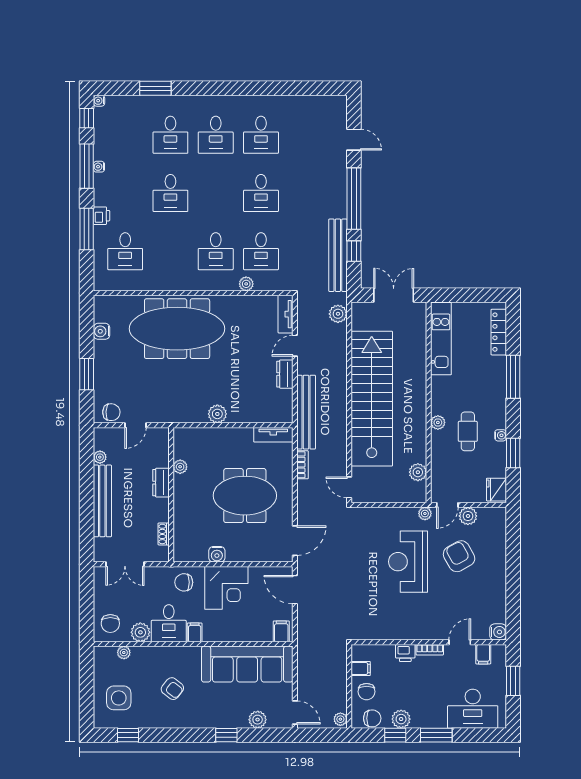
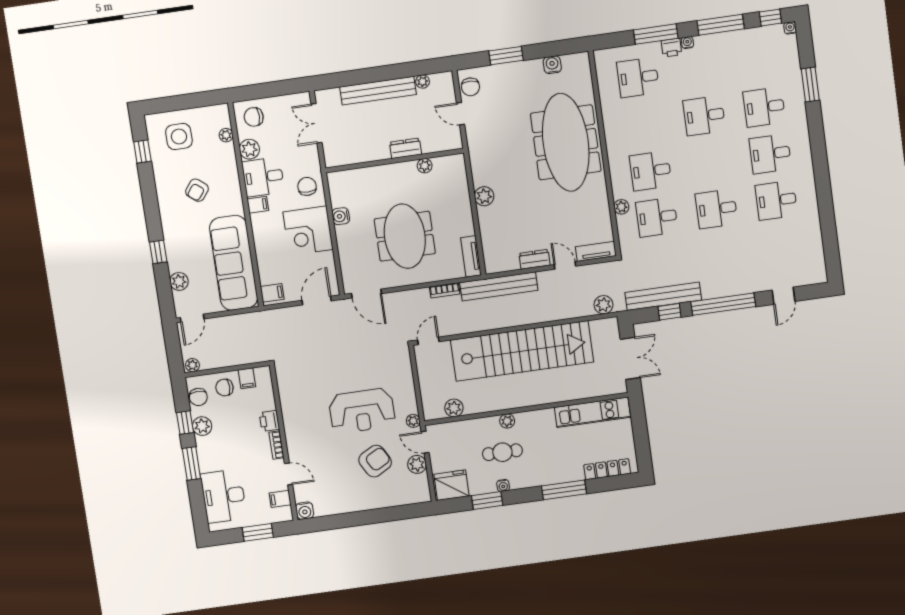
water cooler: (99, 167) -> (687, 43), moved
fridge: (496, 490) -> (452, 485), width x1.36, depth x1.34
shoe rack: (164, 534) -> (353, 159), removed
reception desk: (408, 562) -> (362, 411), turned 180

